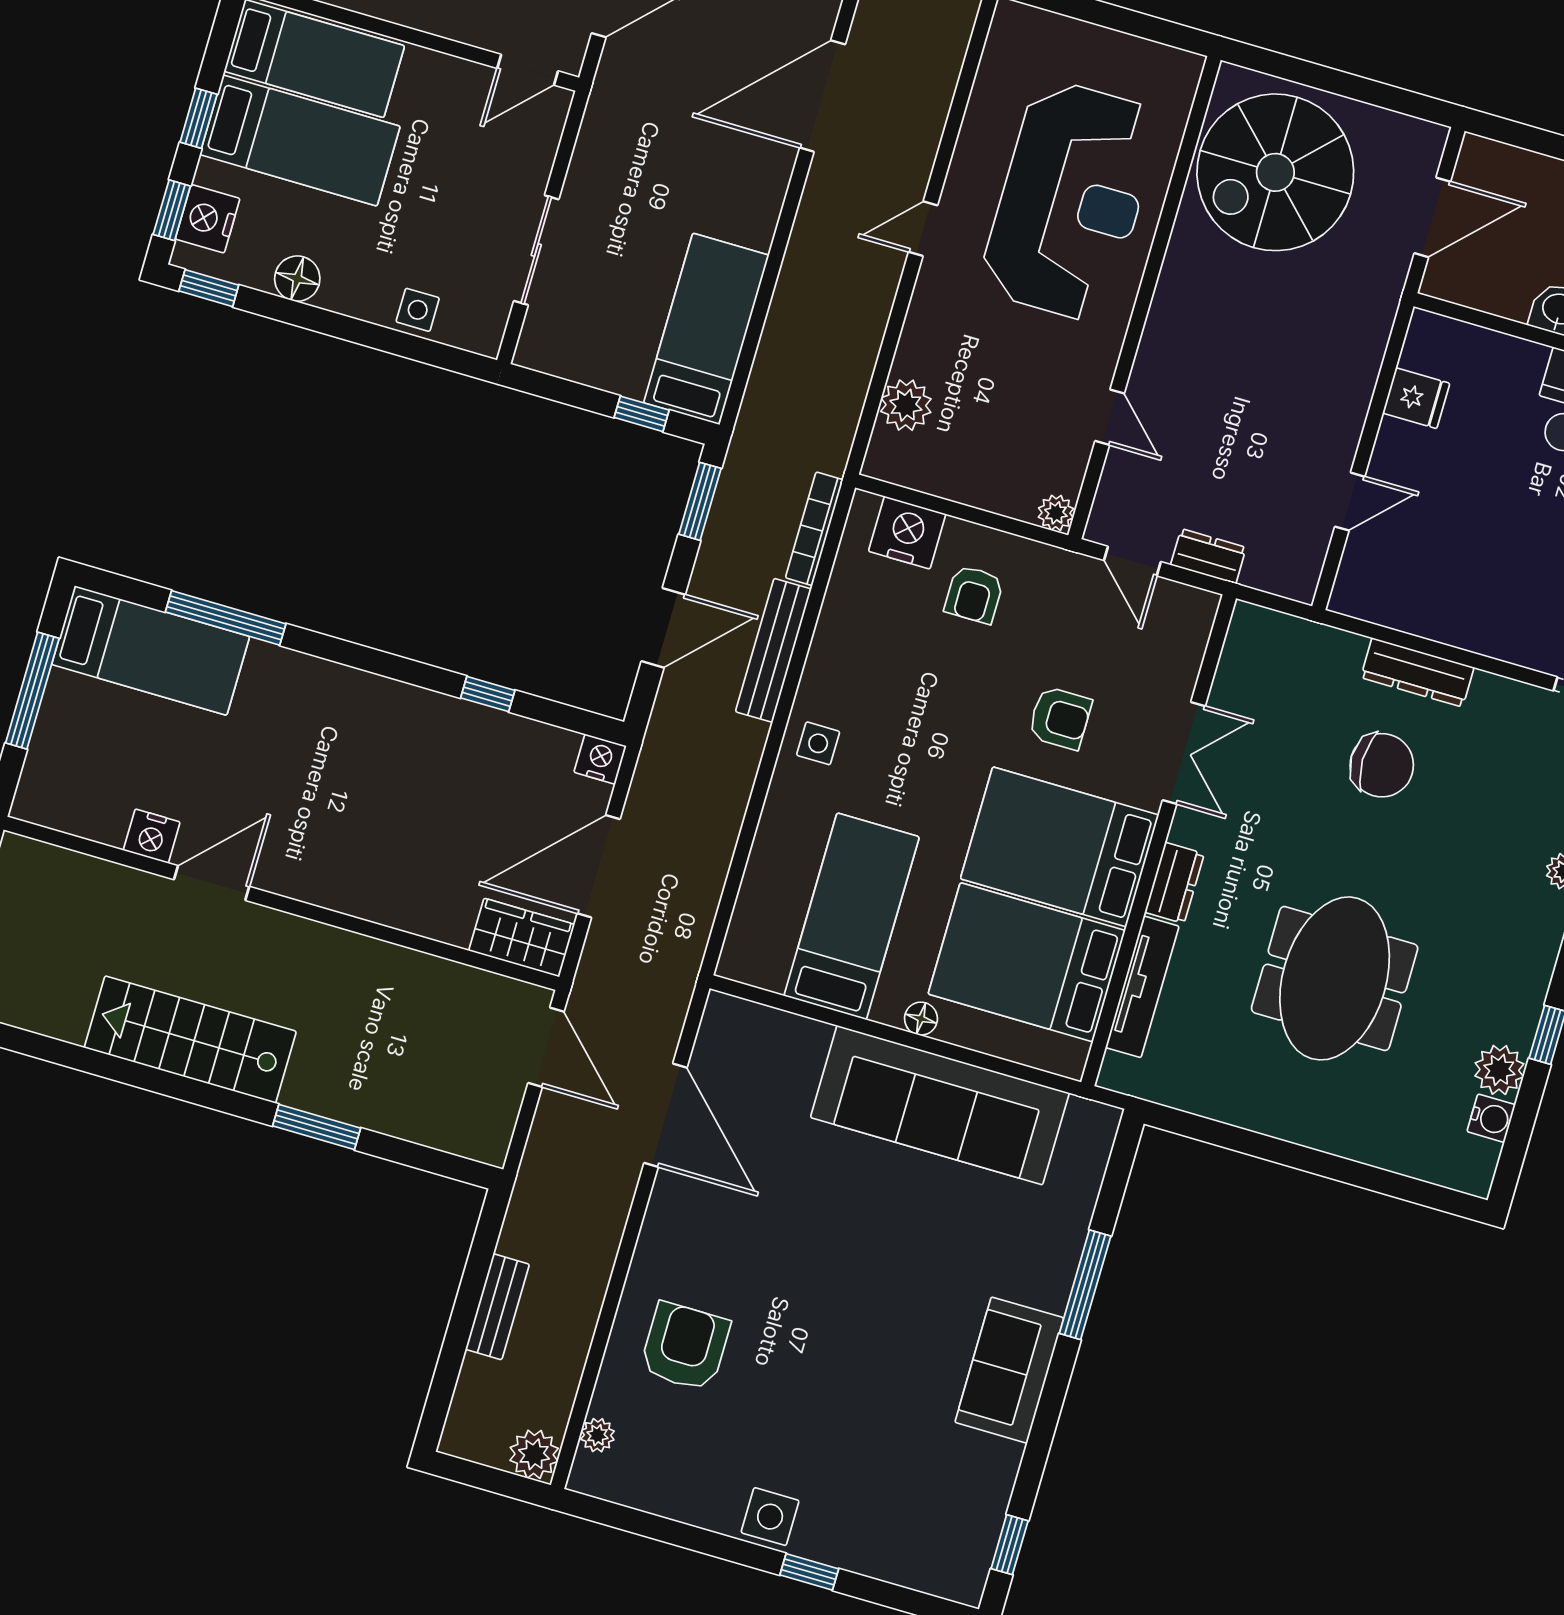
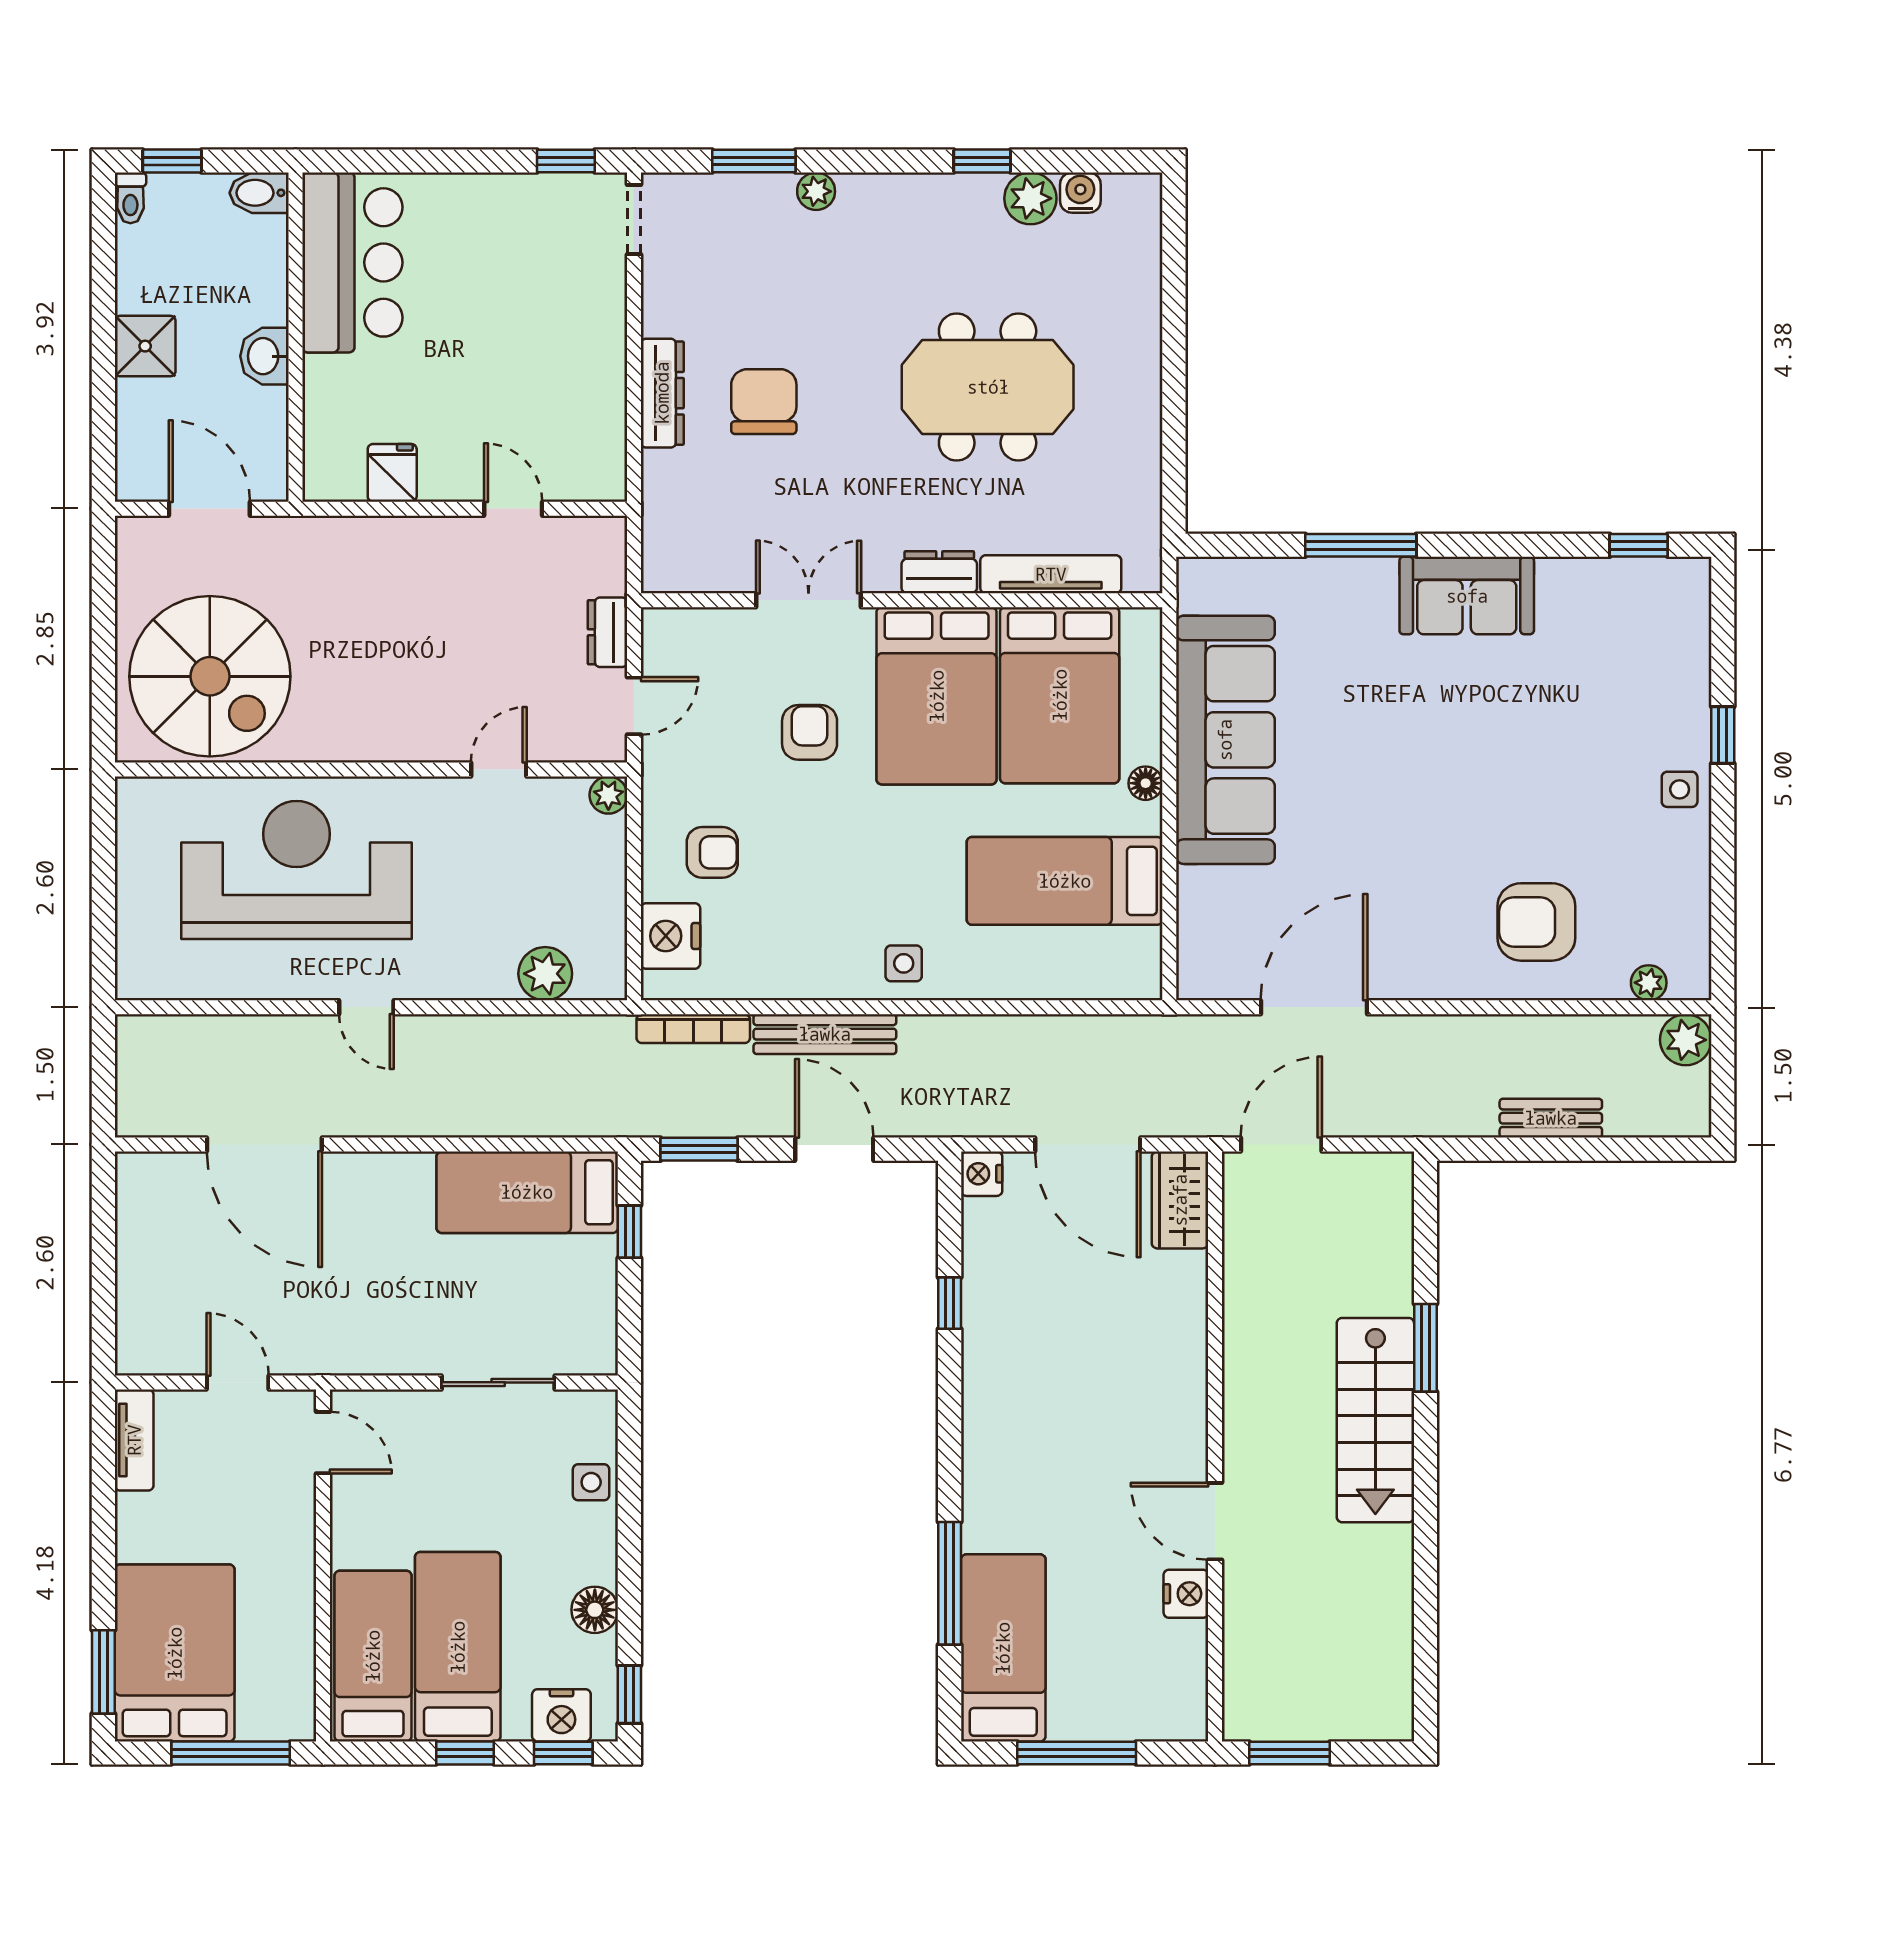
stairs: (190, 1040) -> (1375, 1420), moved
side table: (770, 1517) -> (1680, 789), width x0.73, depth x0.73

